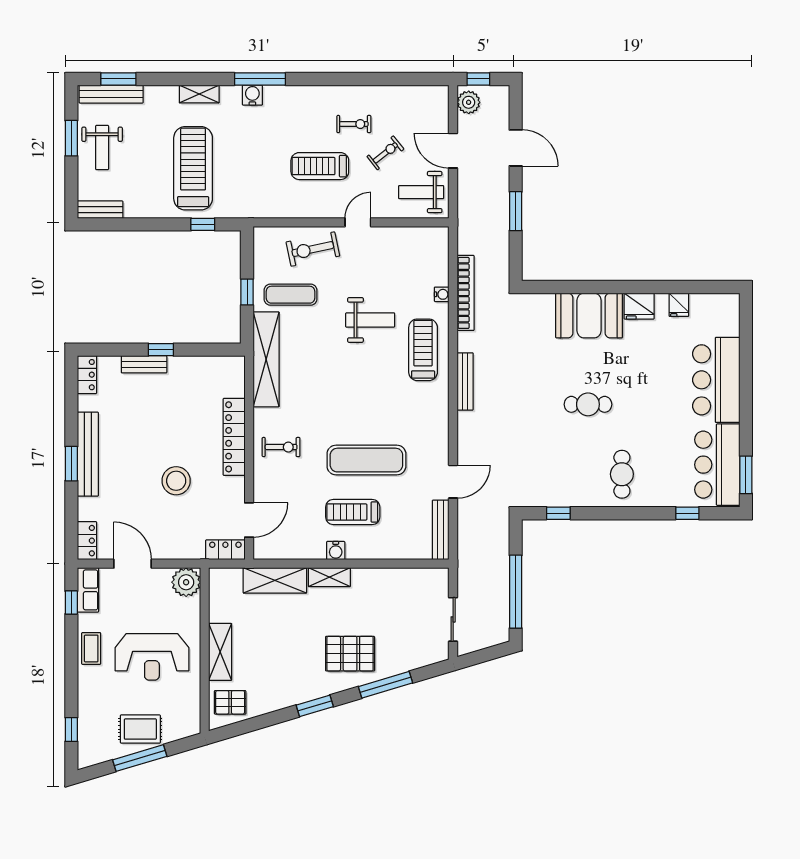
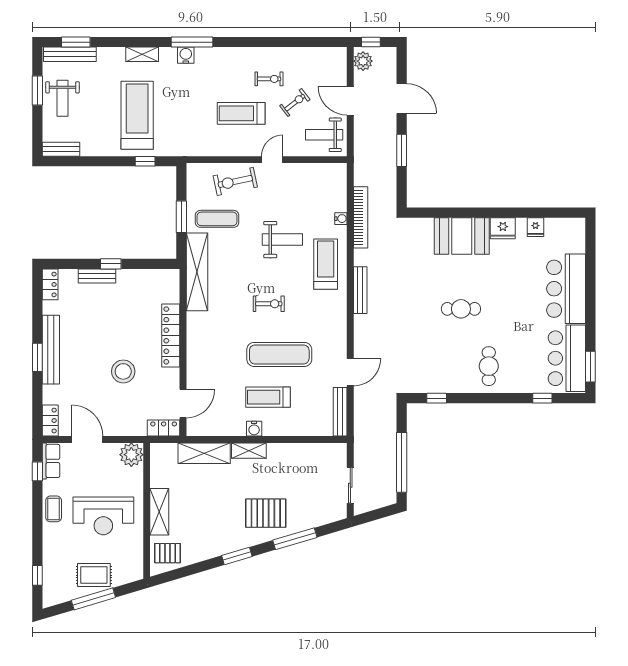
window: (247, 292) -> (181, 217), width x1.50
exercise bike: (281, 447) -> (269, 304), moved

